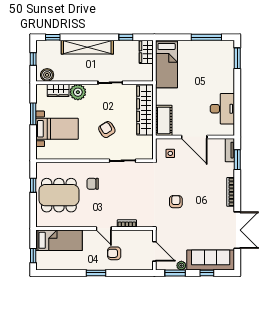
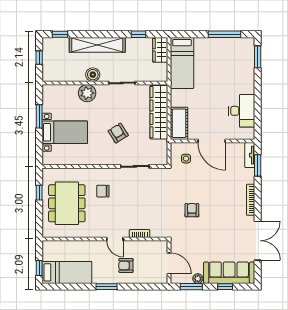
boiler: (47, 75) -> (93, 75), moved
wardrobe: (58, 90) -> (66, 91), removed
dining table: (59, 195) -> (67, 203), turned 90
bed: (59, 240) -> (67, 272), moved

